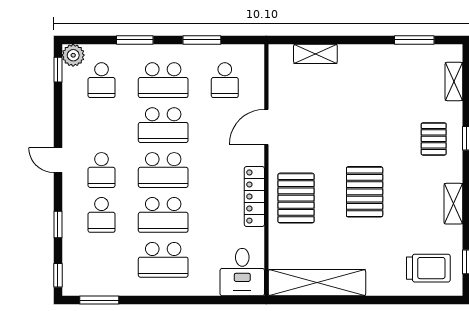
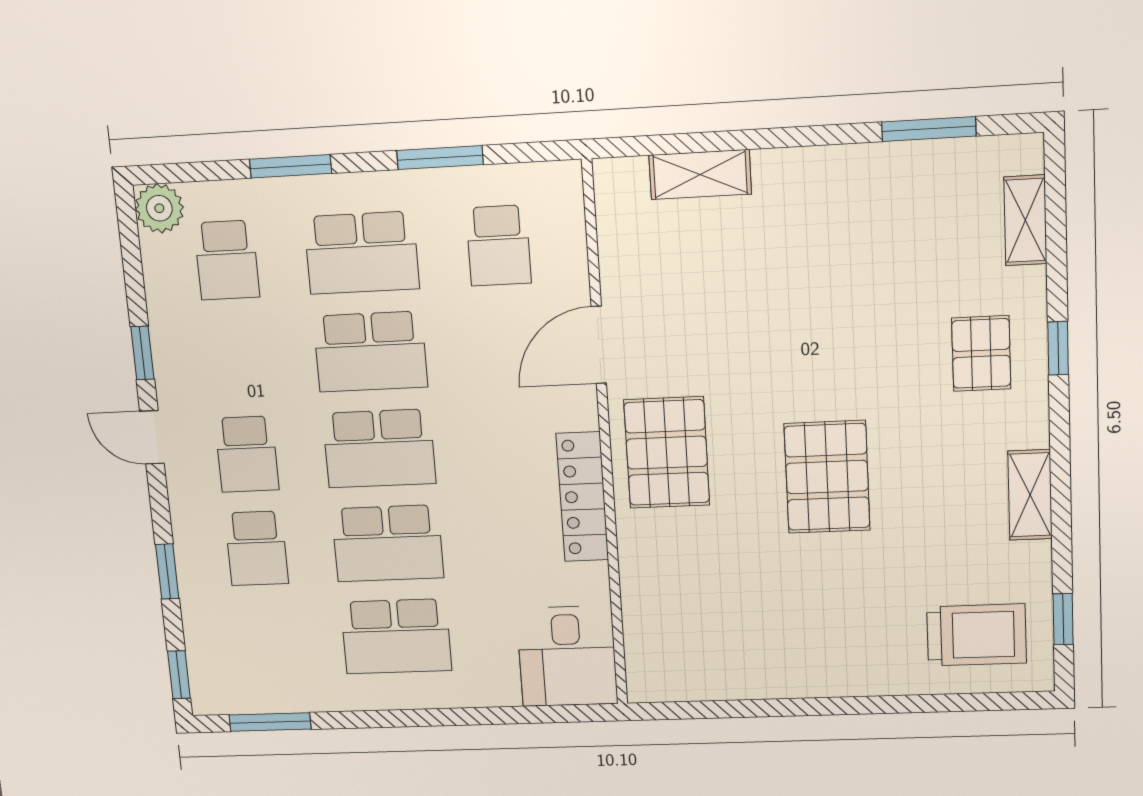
window: (58, 70) -> (142, 353), moved
pallet: (296, 198) -> (667, 453), moved
shelving: (317, 283) -> (731, 673), removed

